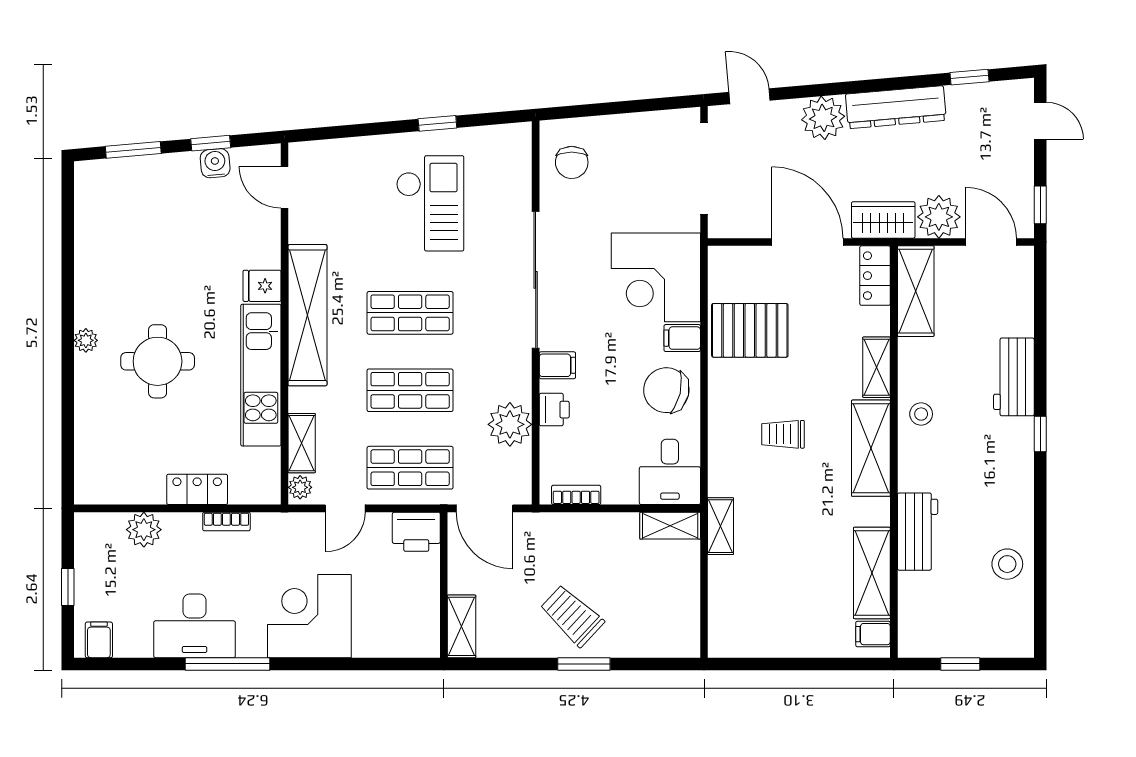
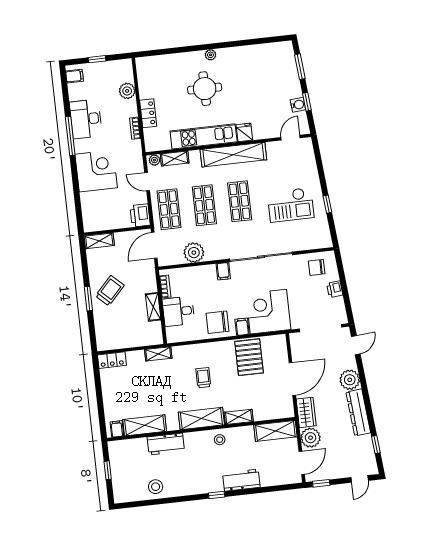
locker: (875, 276) -> (112, 360), moved, turned 180
chair: (666, 390) -> (217, 322), turned -103
printer: (554, 410) -> (335, 289), moved, turned 85
desk: (670, 472) -> (179, 311), moved
shelving: (670, 526) -> (153, 307), moved

